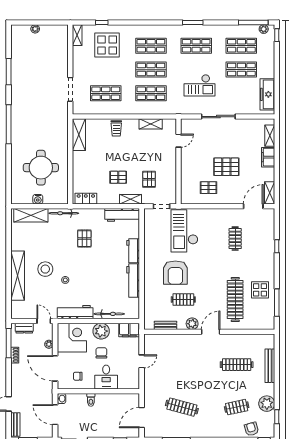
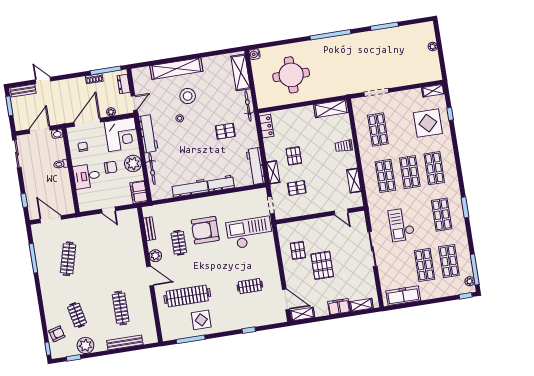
water cooler: (38, 199) -> (255, 54), moved

